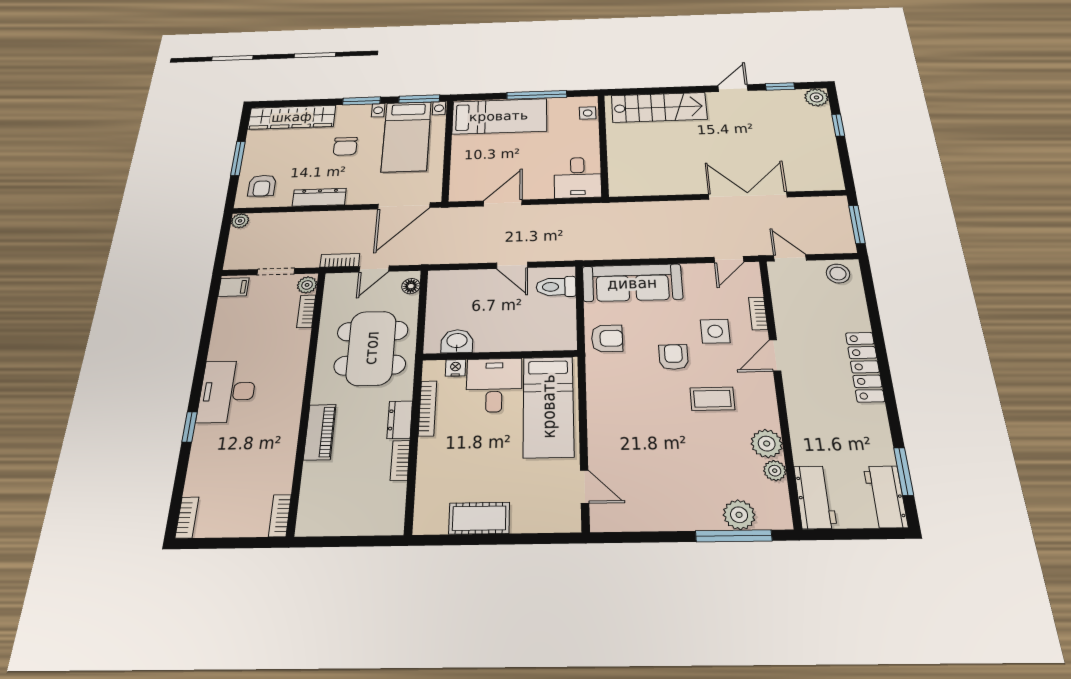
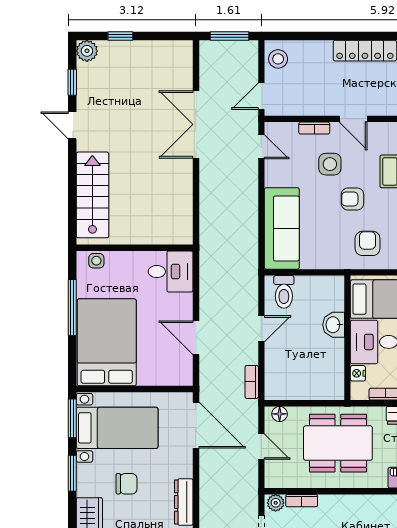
bed: (499, 116) -> (107, 342), width x1.50
bookcase: (340, 260) -> (252, 382), moved
armchair: (607, 338) -> (368, 243), moved
washbasin: (457, 341) -> (334, 325), moved

